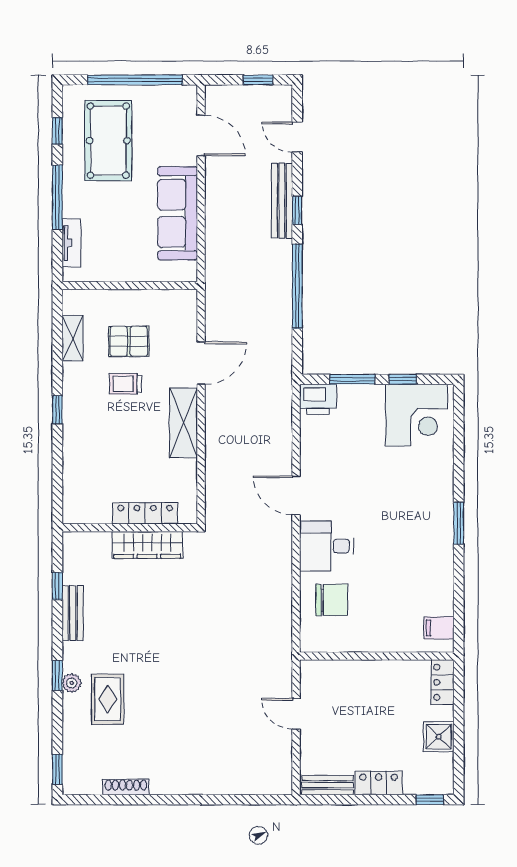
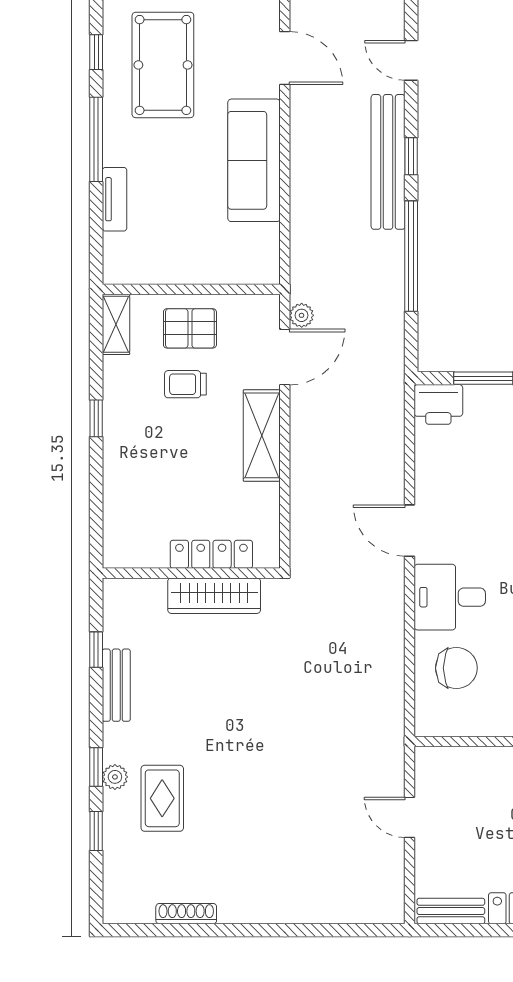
bench: (282, 201) -> (388, 162), width x1.37, depth x1.21
wall: (130, 285) -> (191, 289), moved
plant: (214, 331) -> (302, 315), added
window: (57, 769) -> (96, 831), moved

